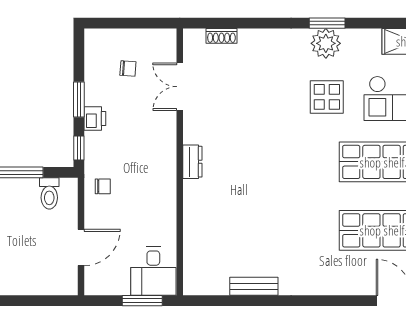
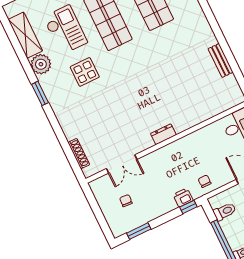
shoe rack: (221, 36) -> (79, 154), width x1.43
plant: (326, 43) -> (41, 64), moved
window: (79, 99) -> (139, 231), moved
printer: (95, 119) -> (183, 198), moved

